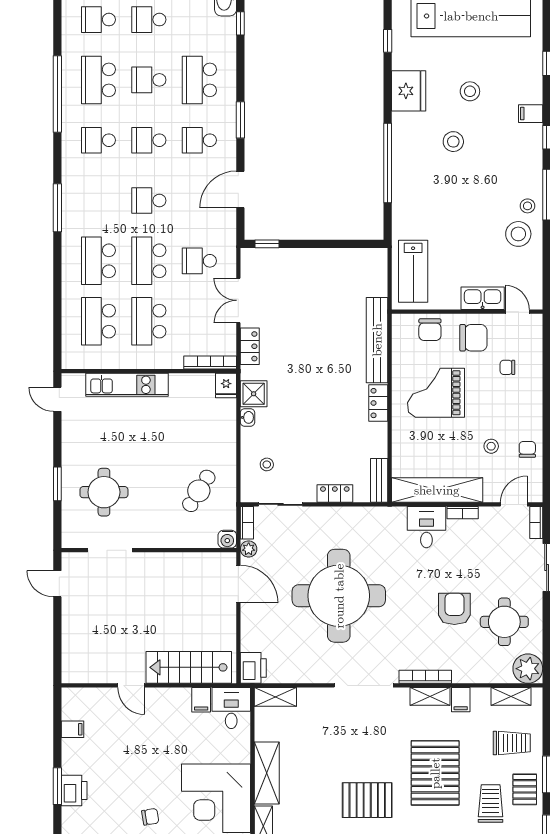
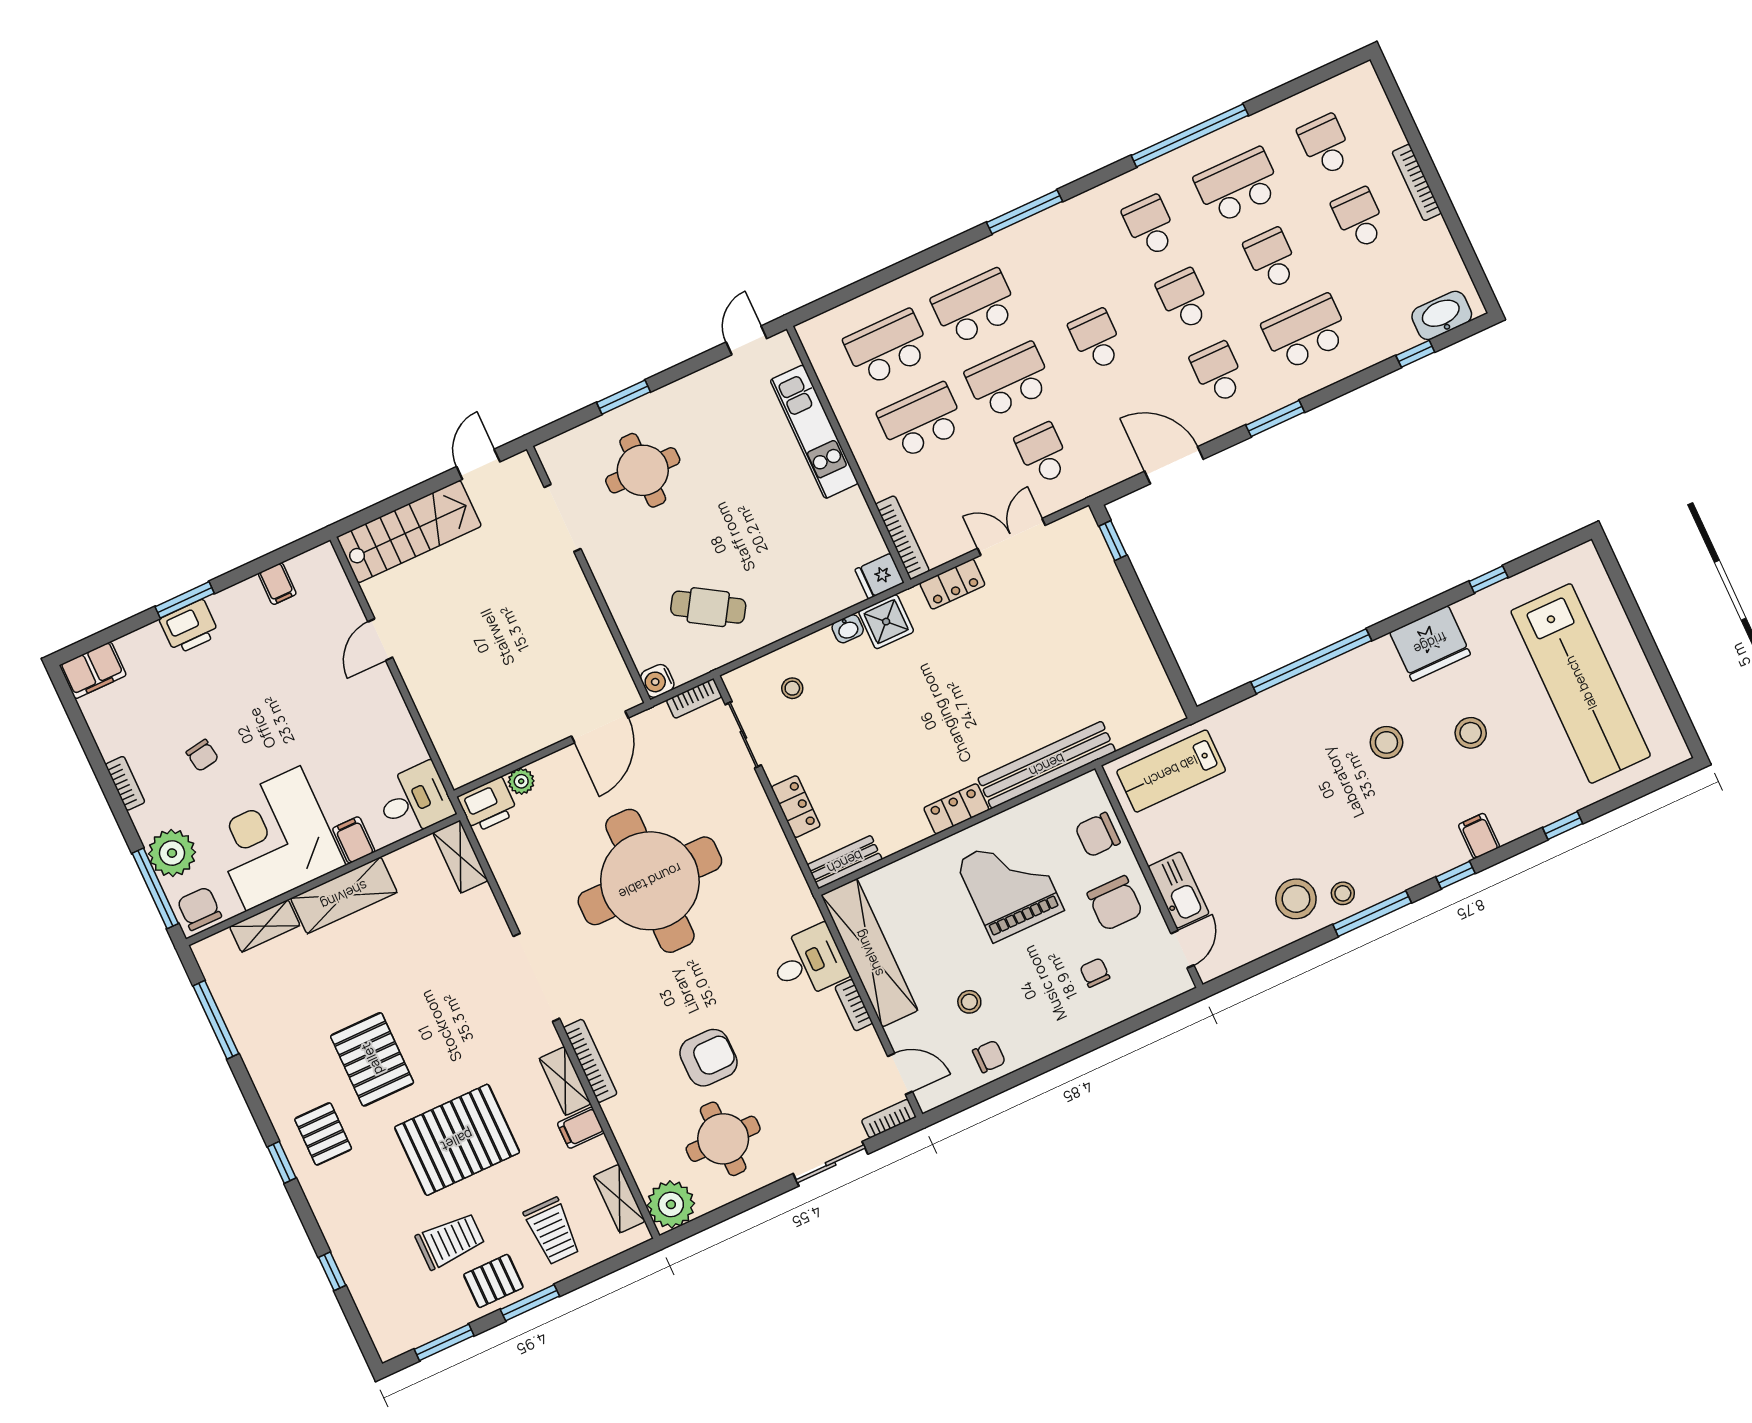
plant: (249, 549) -> (521, 781), moved
stairs: (189, 667) -> (409, 532), moved, turned 90
filing cabinet: (201, 700) -> (354, 840), moved, turned 90

